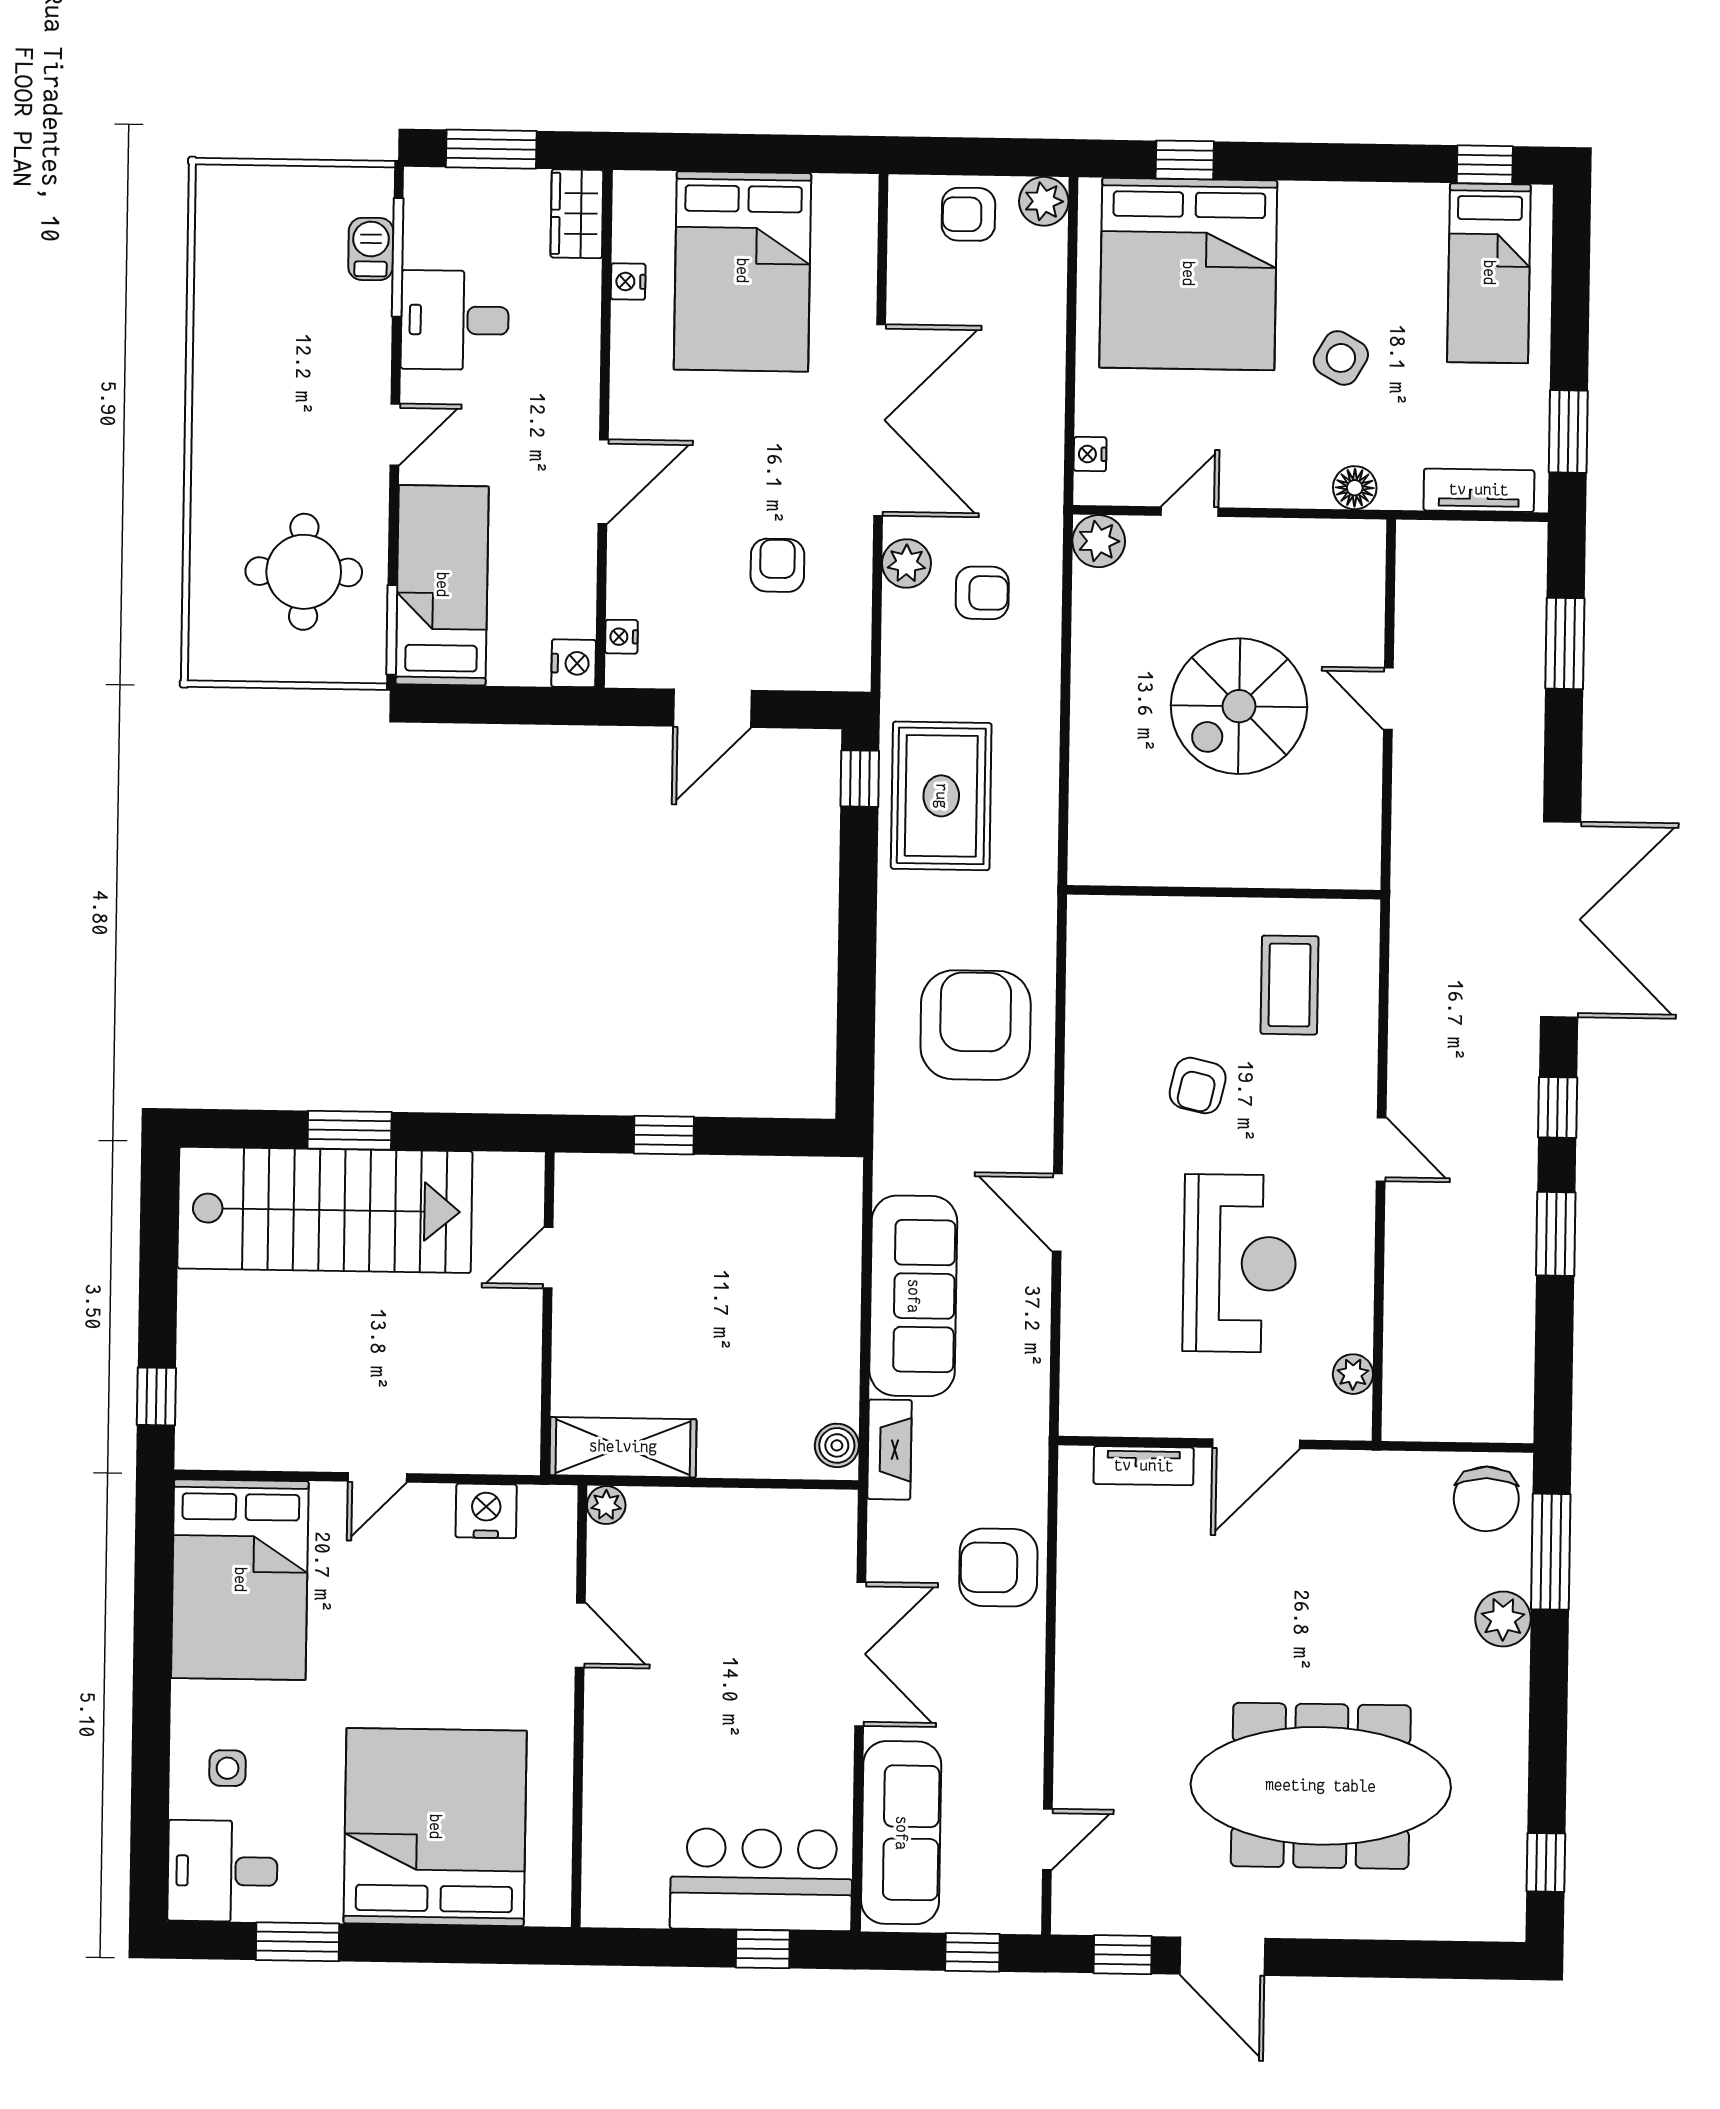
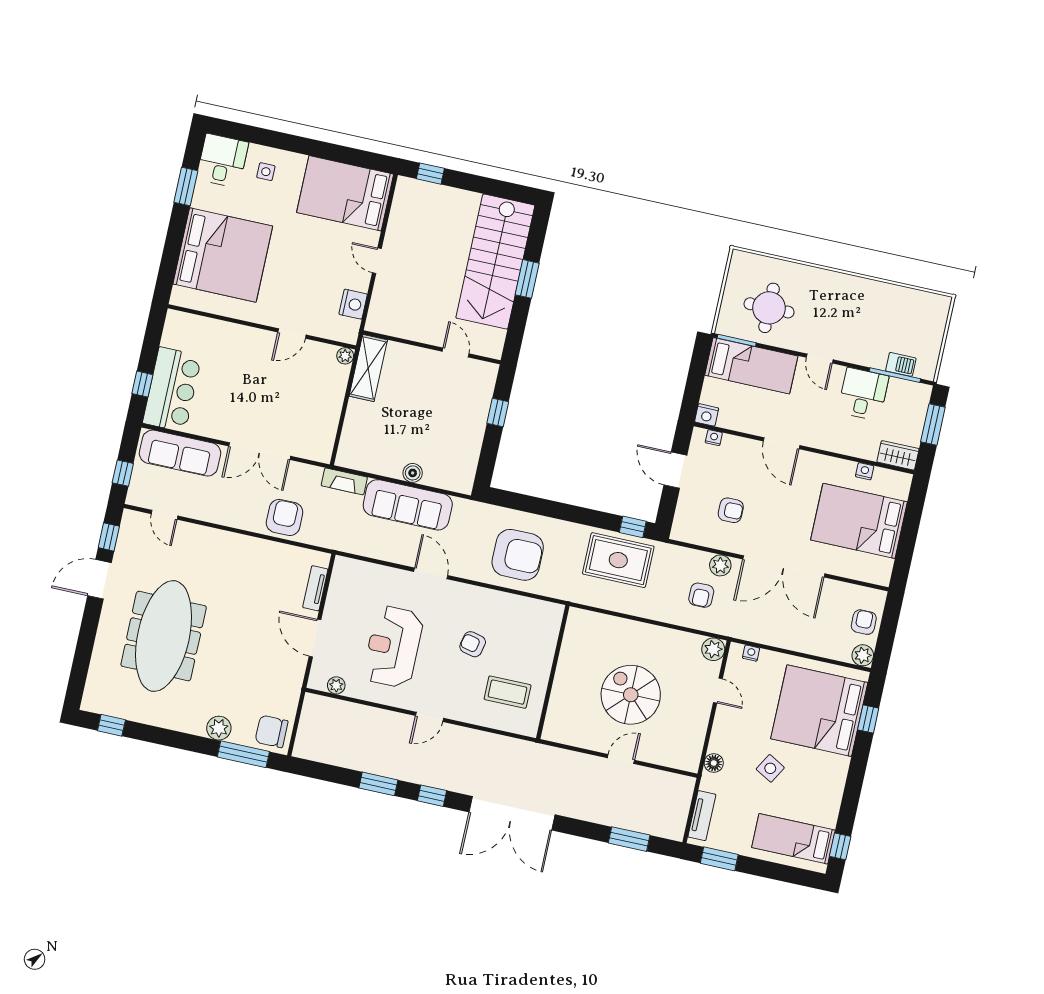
door: (1057, 1212) -> (431, 573), hinge flipped
reception desk: (1240, 1263) -> (393, 647), turned 90
boiler: (837, 1445) -> (413, 473), moved

